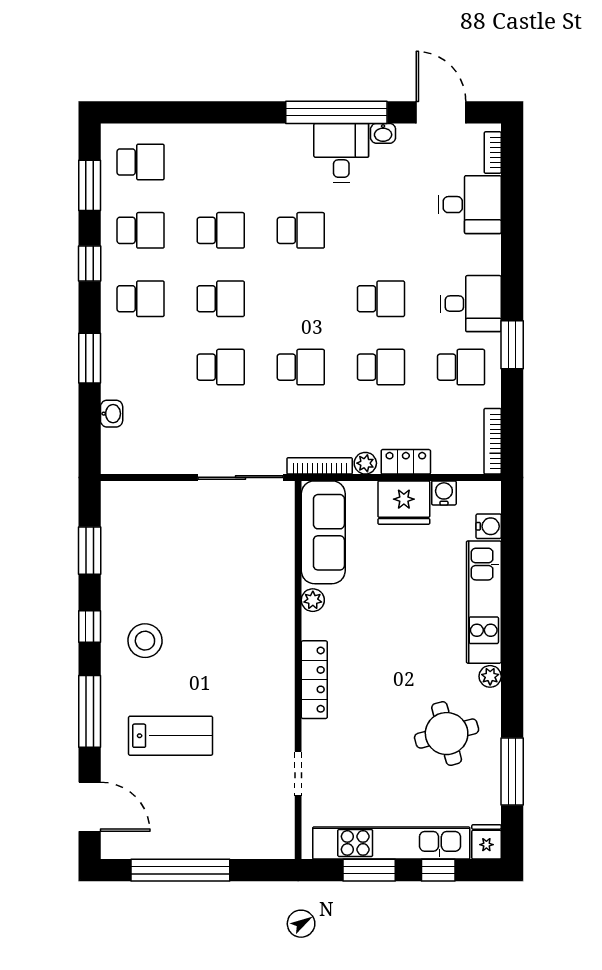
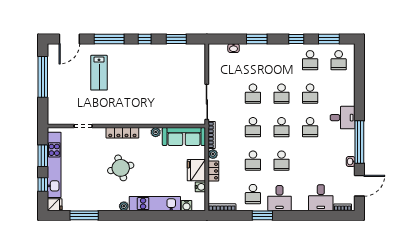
desk: (341, 153) -> (343, 118), moved
school desk: (141, 299) -> (282, 127), moved
stool: (145, 641) -> (139, 62), removed
round table: (447, 734) -> (121, 168), moved

